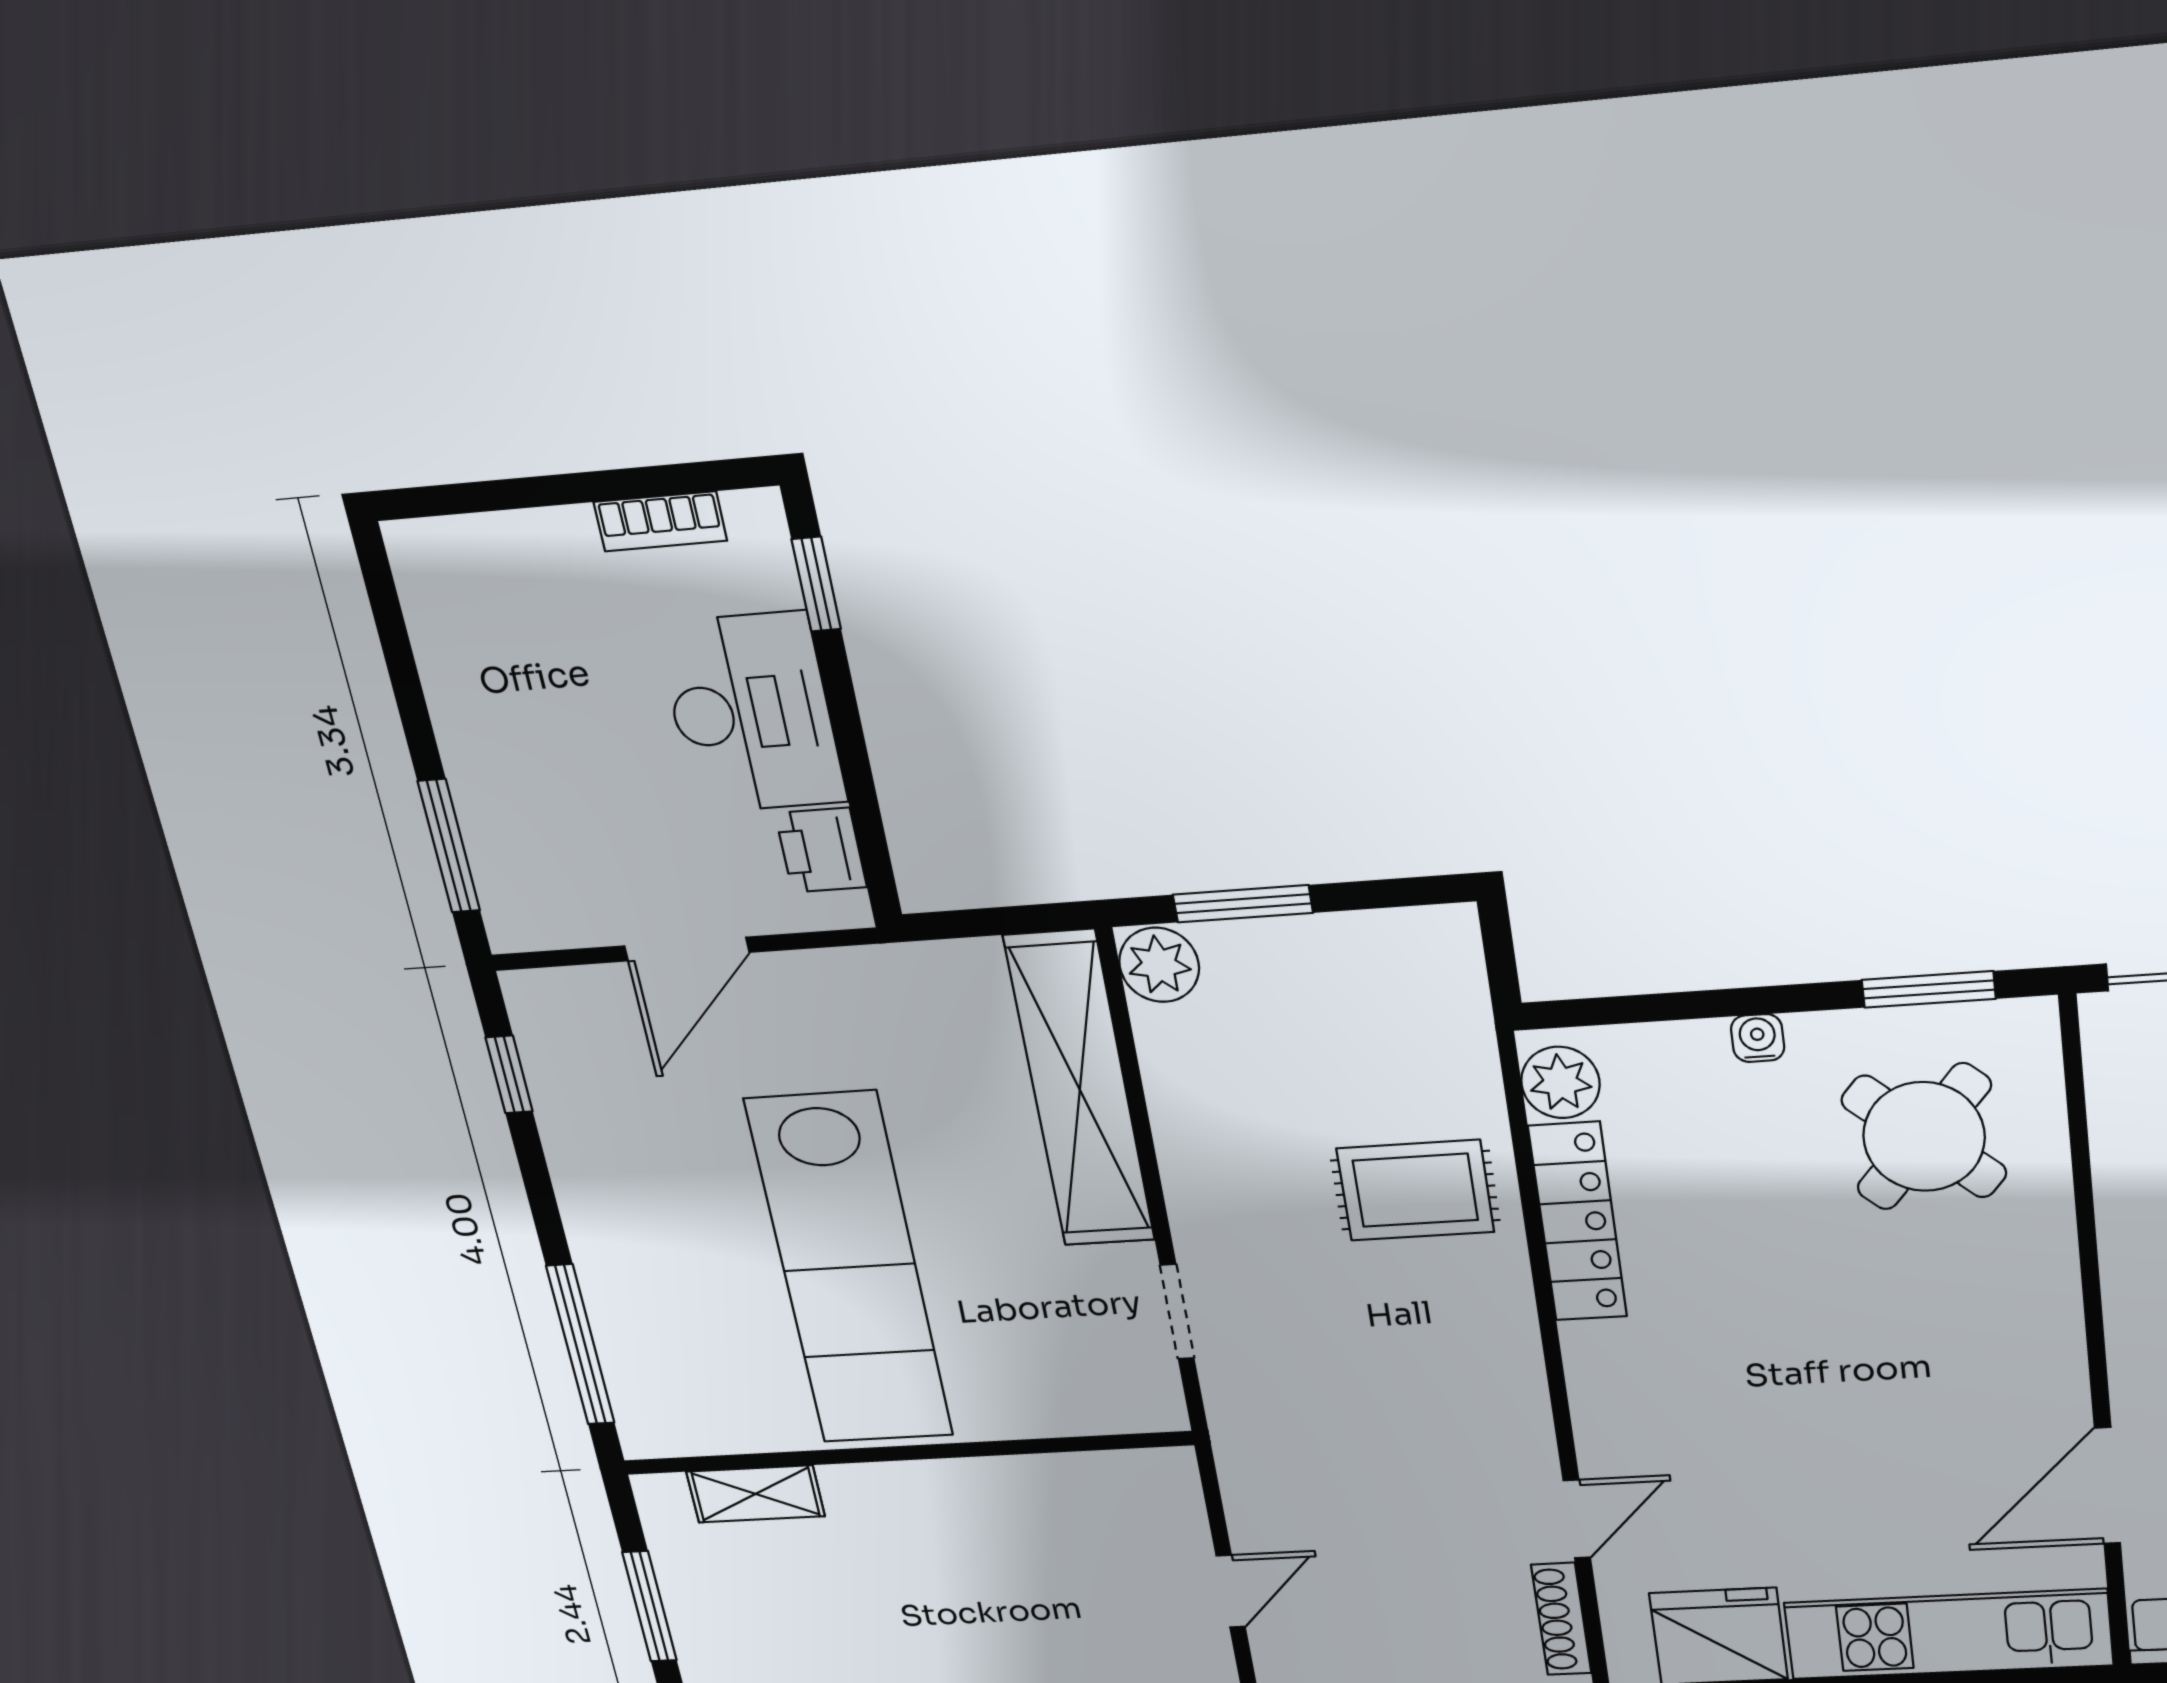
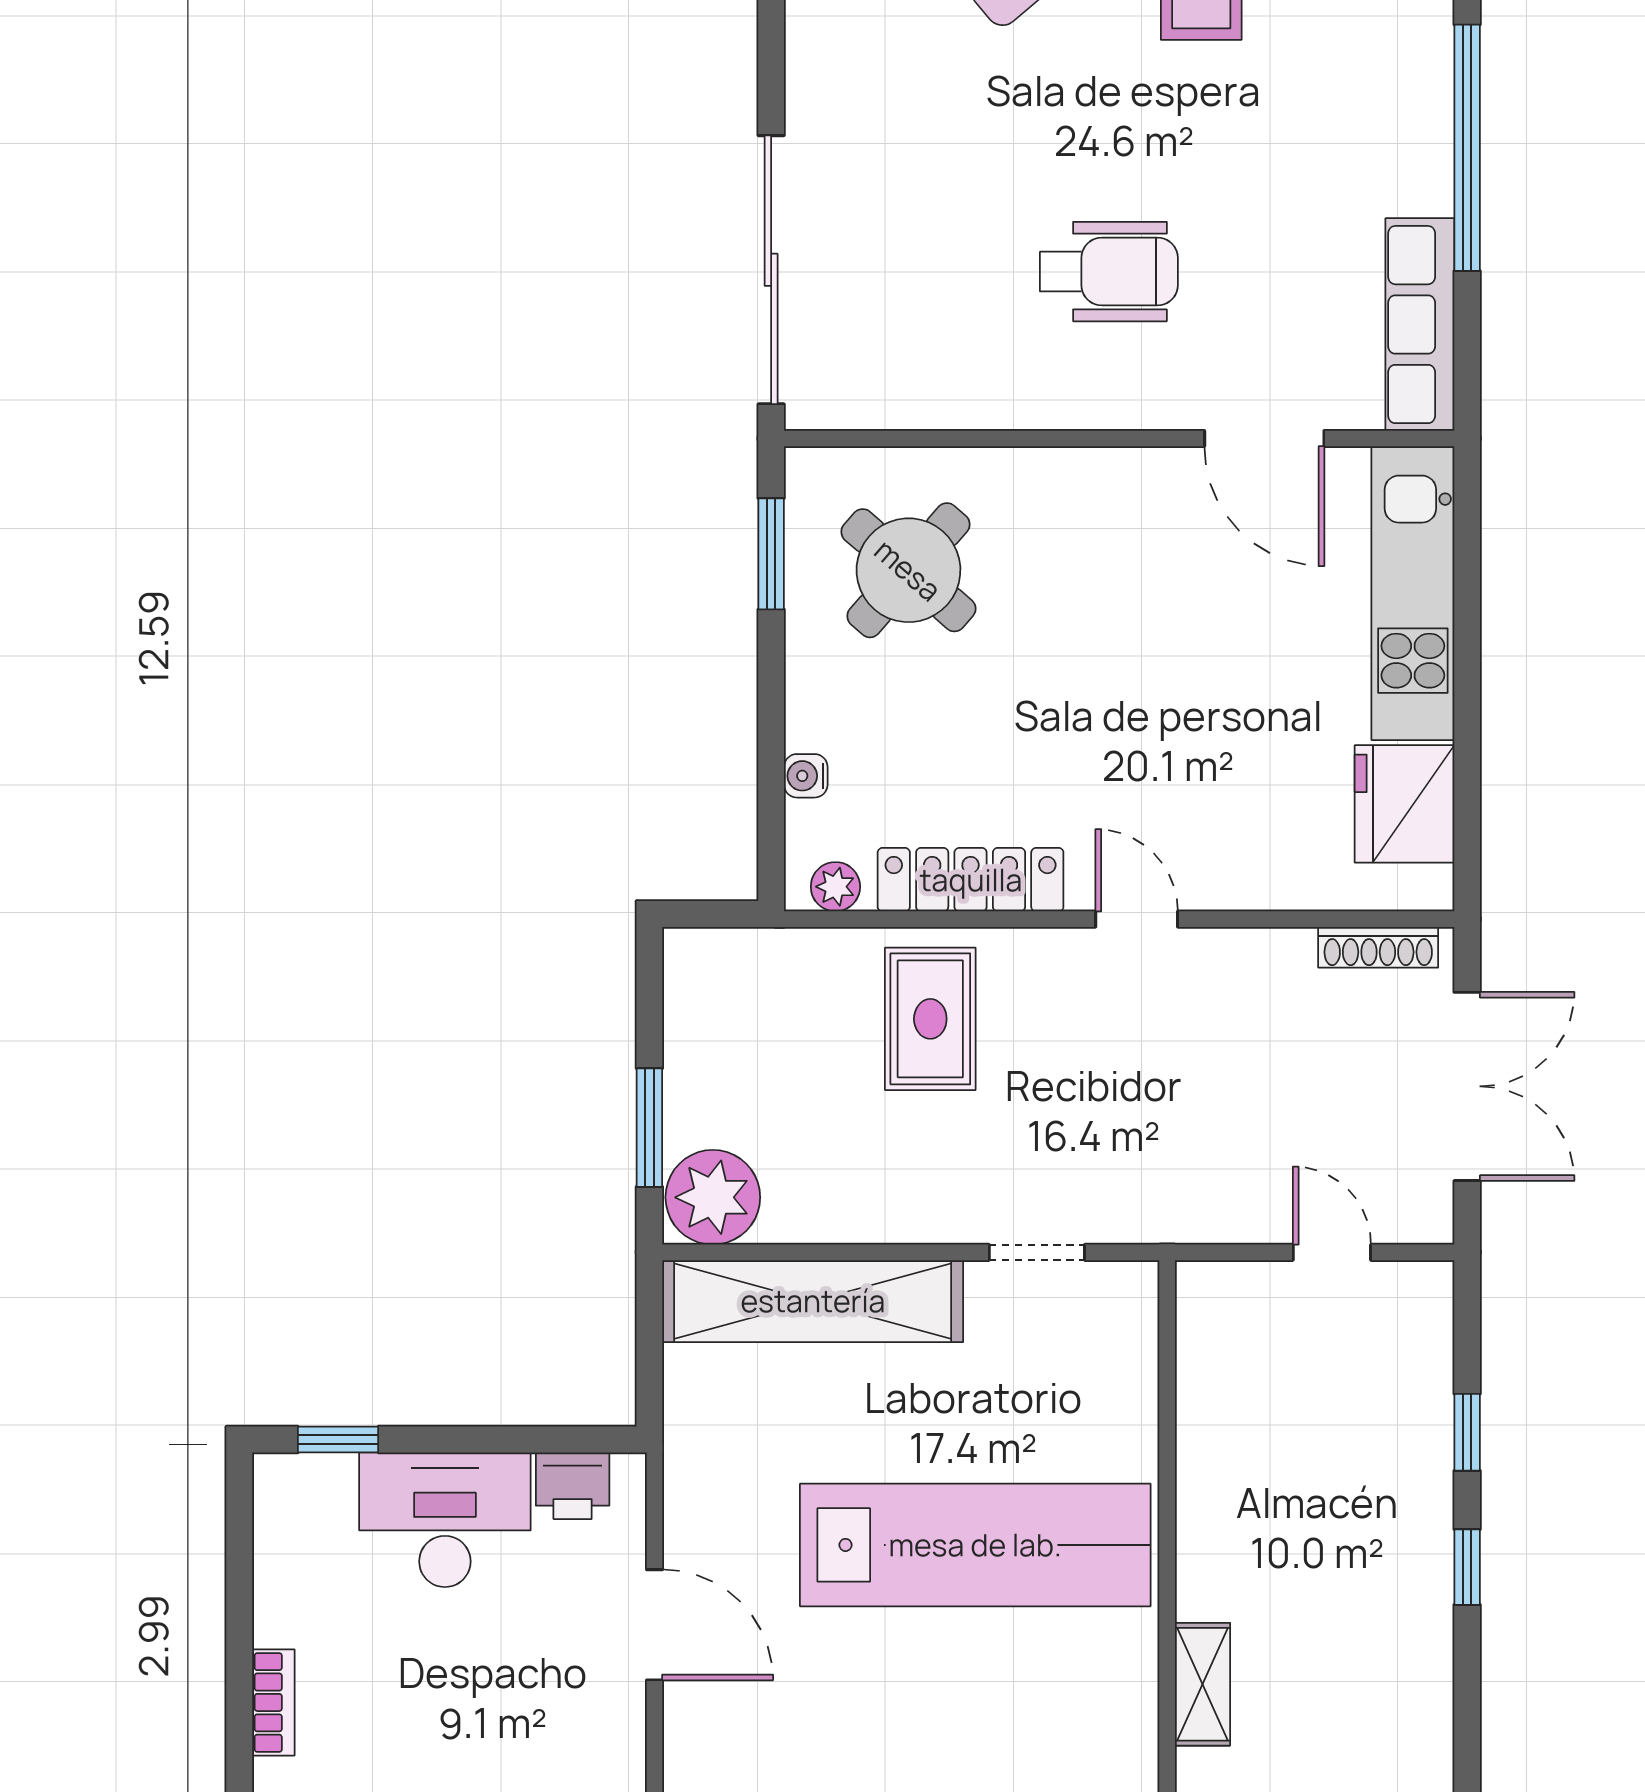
bookcase: (660, 521) -> (273, 1702), moved
plant: (1159, 965) -> (713, 1197), width x1.36, depth x1.36
water cooler: (1758, 1038) -> (806, 776), moved
plant: (1560, 1082) -> (835, 887), width x0.73, depth x0.73
door: (1577, 1519) -> (1137, 919), moved

